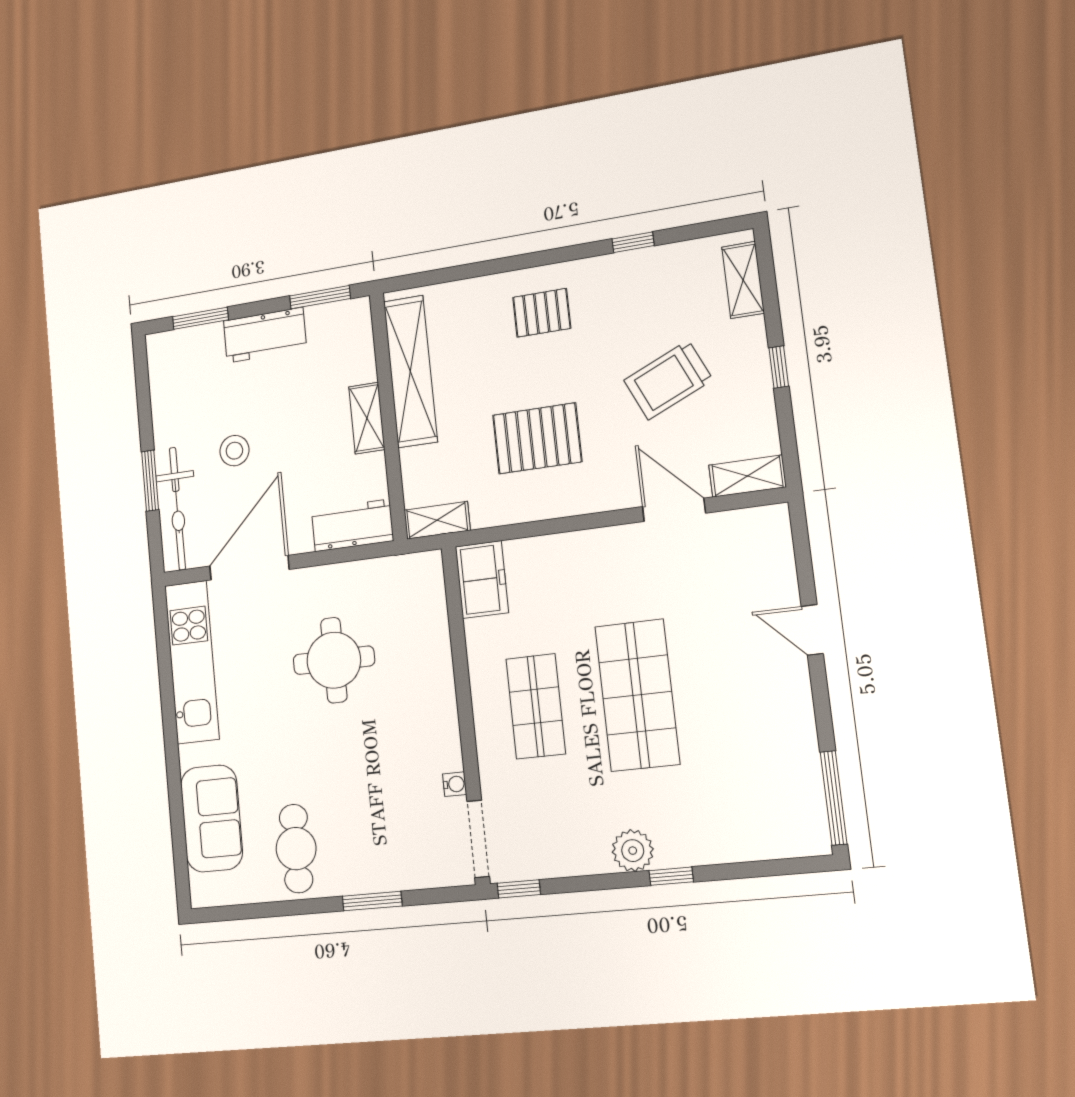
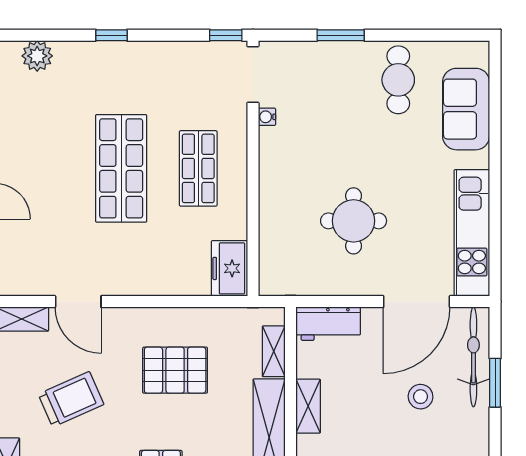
shelving: (437, 520) -> (274, 351), moved, turned 90
plant: (633, 851) -> (37, 56), moved

